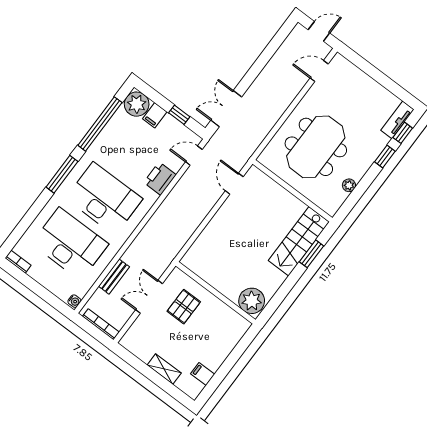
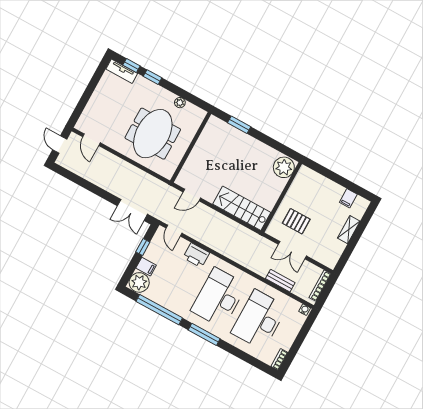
meeting table: (316, 147) -> (153, 134), turned 90
stairs: (299, 241) -> (242, 208), moved, turned 180

